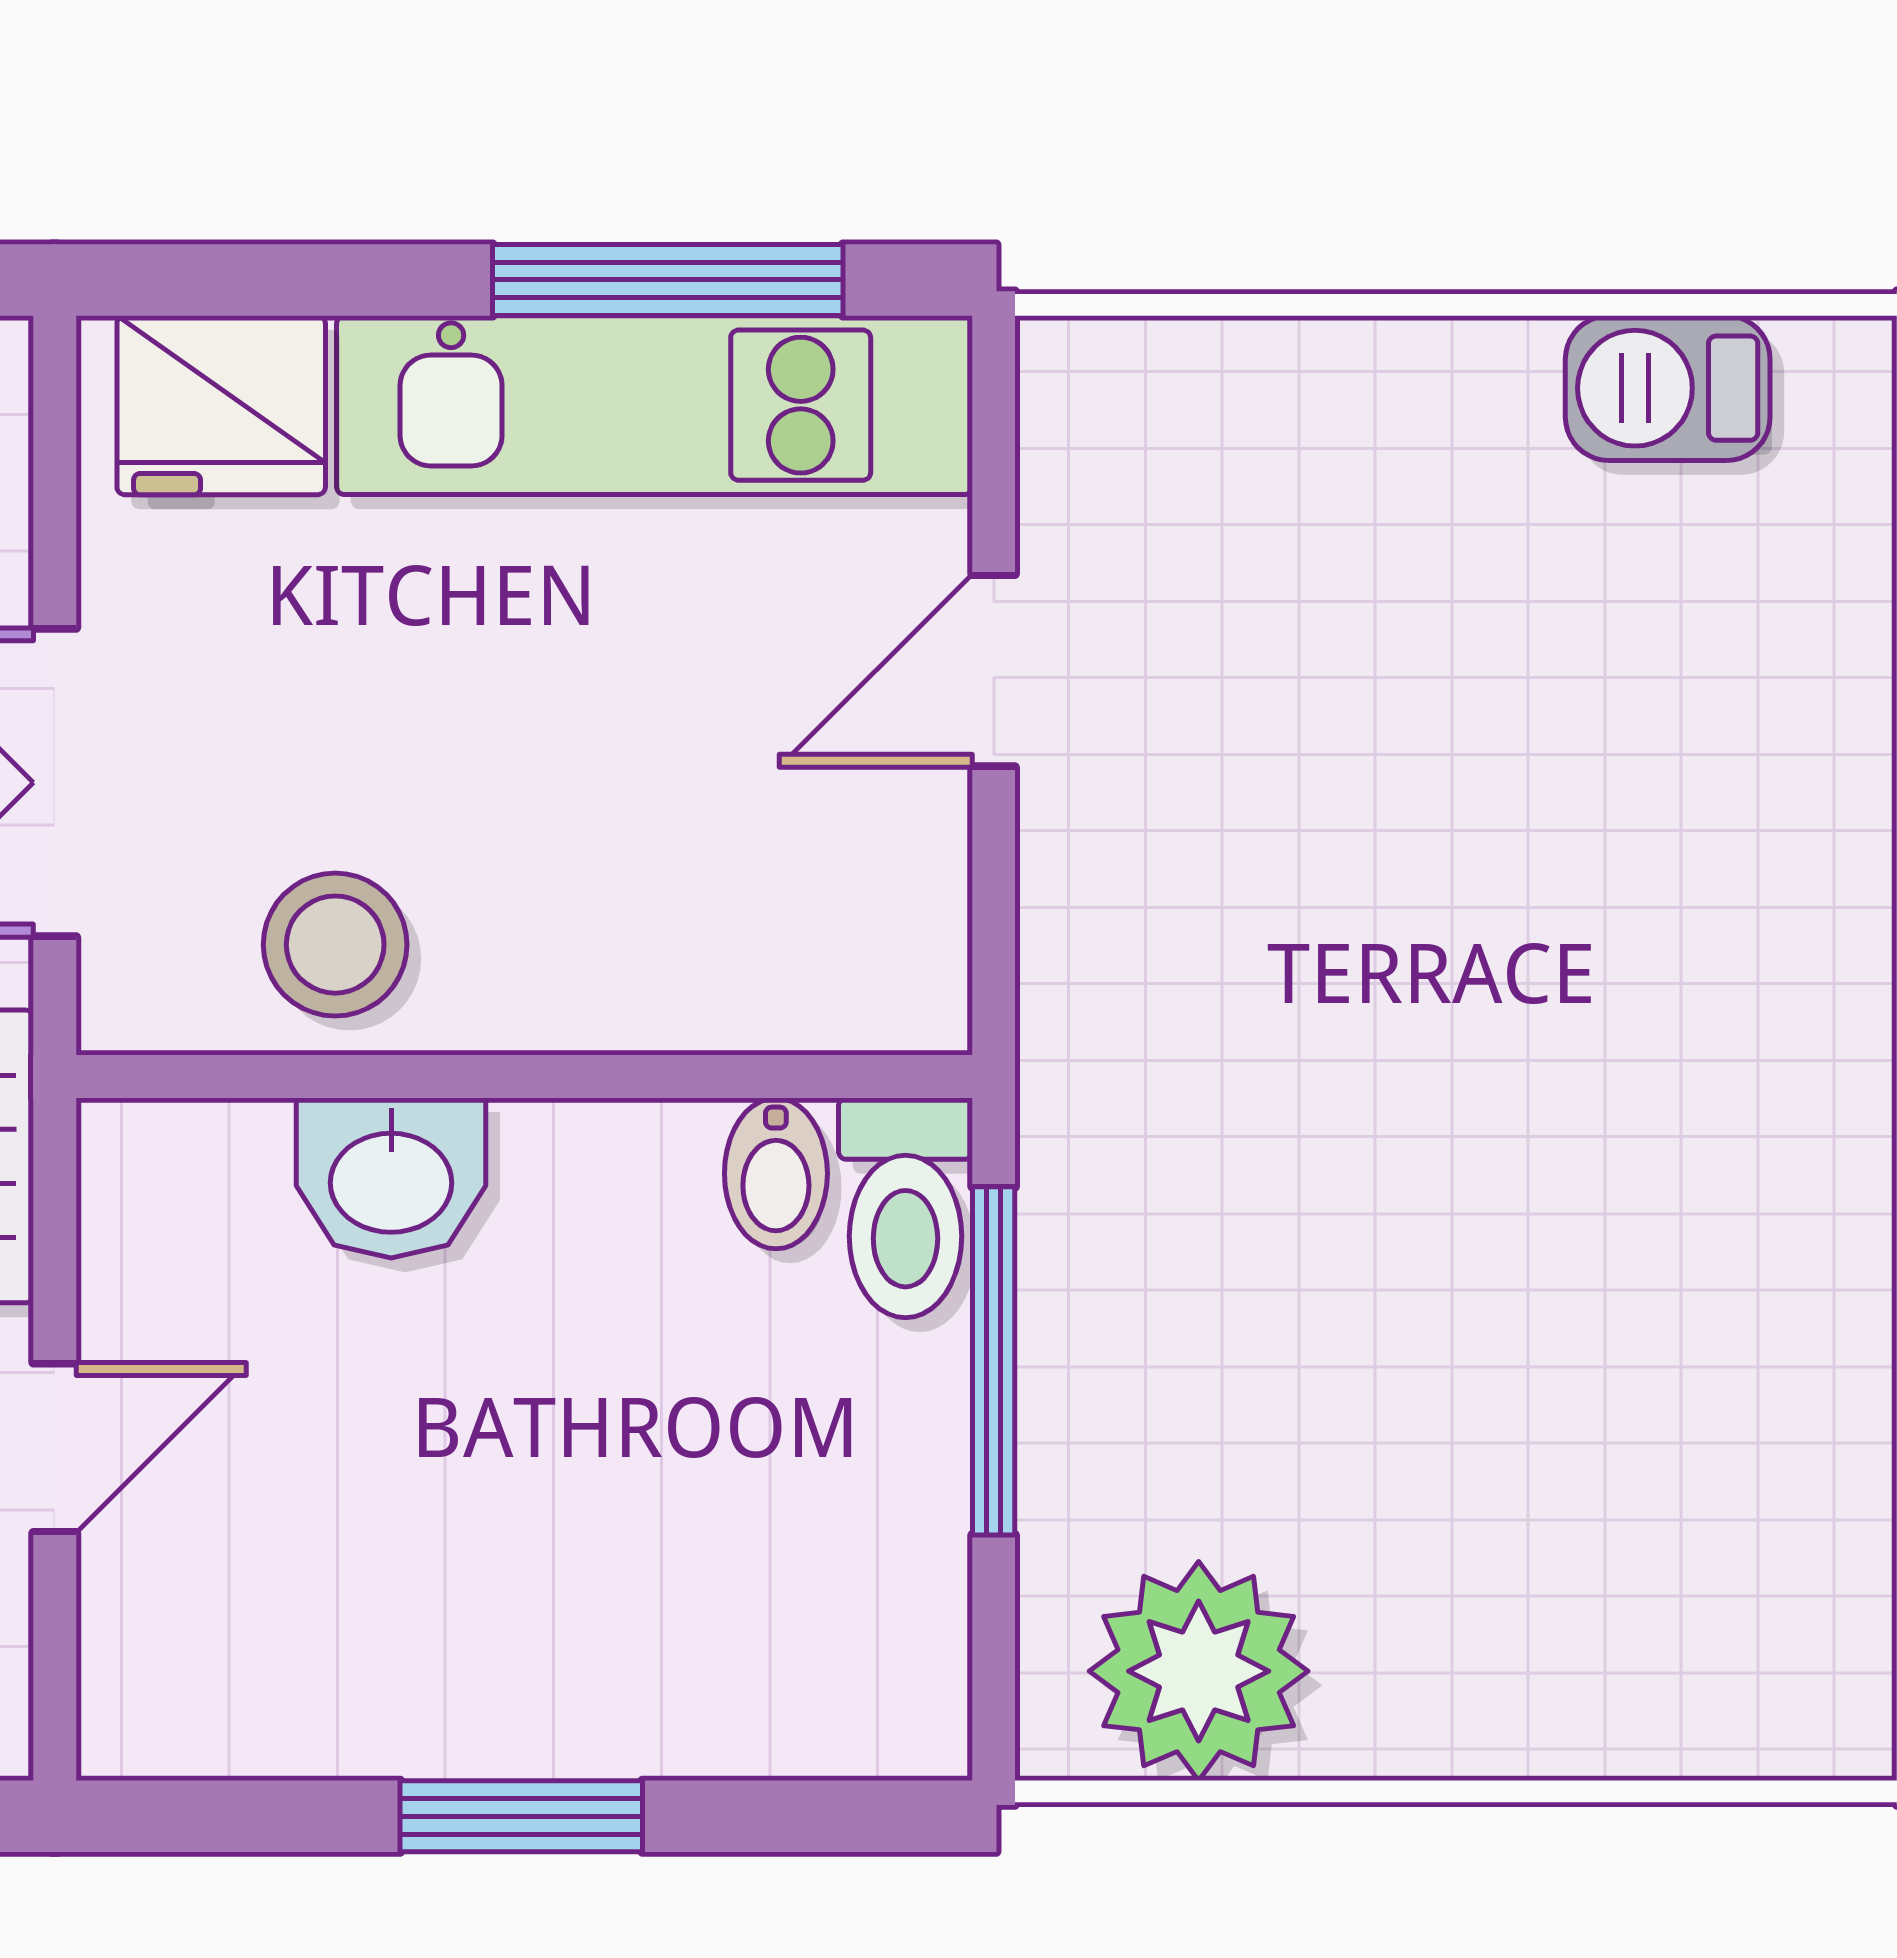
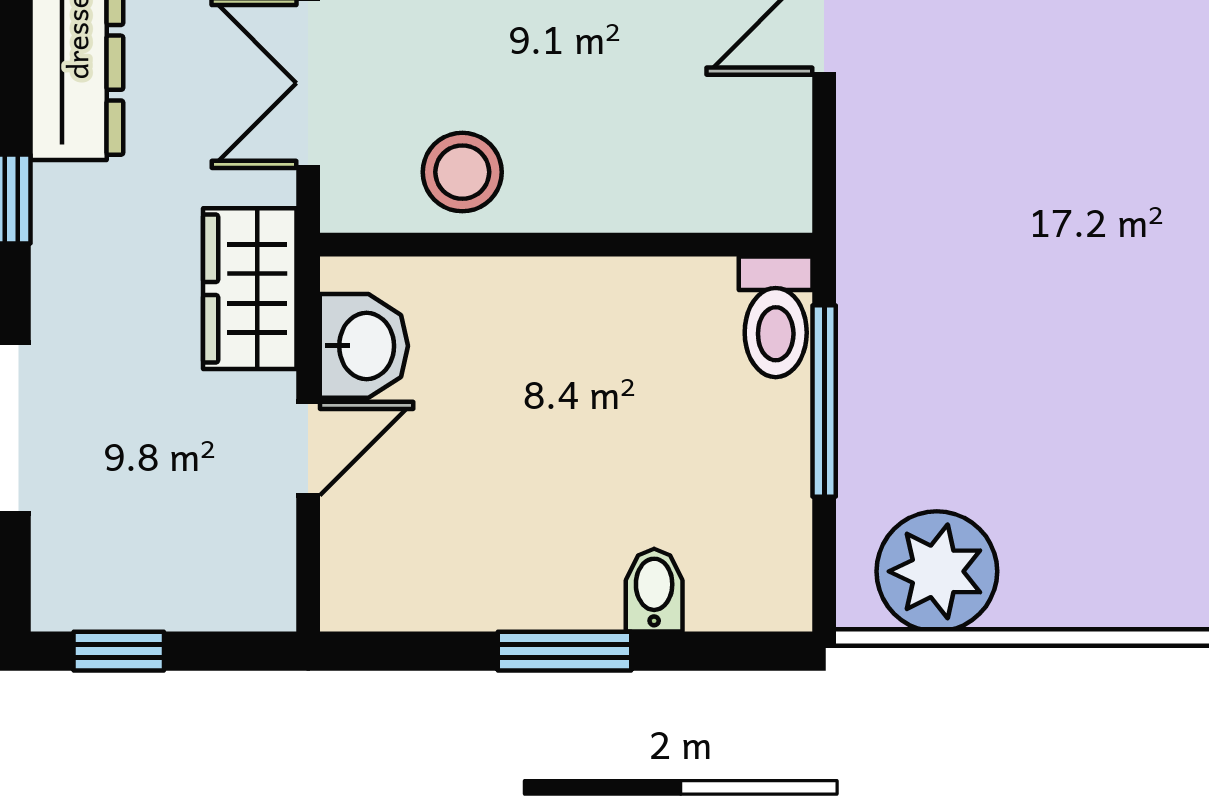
bidet: (776, 1173) -> (654, 590), moved, turned 180
washbasin: (391, 1178) -> (364, 346), moved, turned -90

